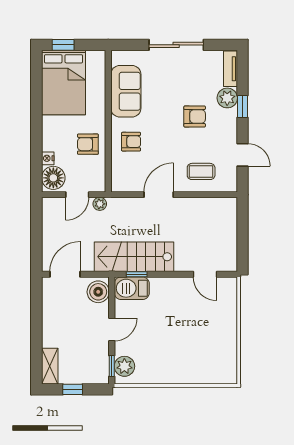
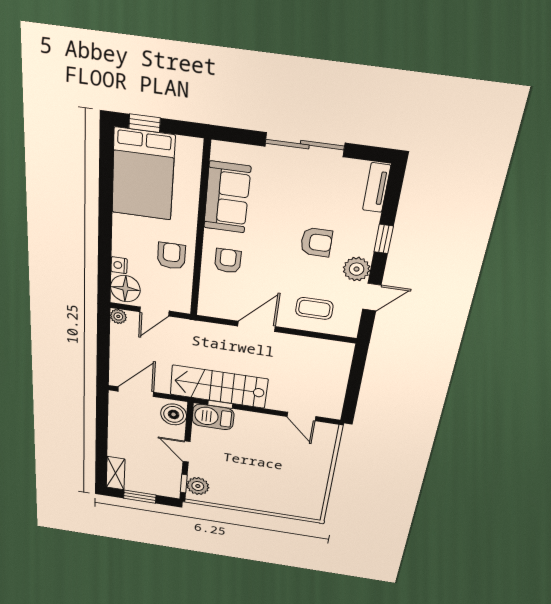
plant: (227, 98) -> (357, 269), moved
armchair: (131, 142) -> (228, 261), turned -90
armchair: (88, 144) -> (171, 256), turned 90
door: (242, 155) -> (372, 297), hinge flipped
plant: (100, 204) -> (118, 316), moved
door: (112, 329) -> (186, 452), swing flipped
window: (73, 389) -> (140, 497), width x1.50

